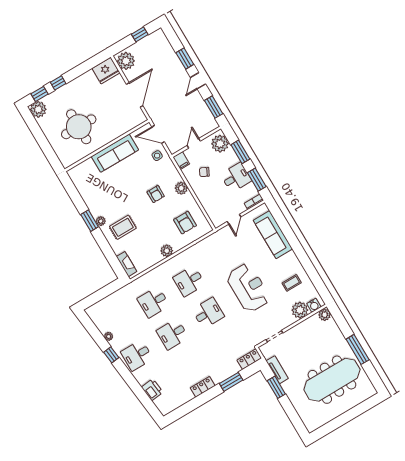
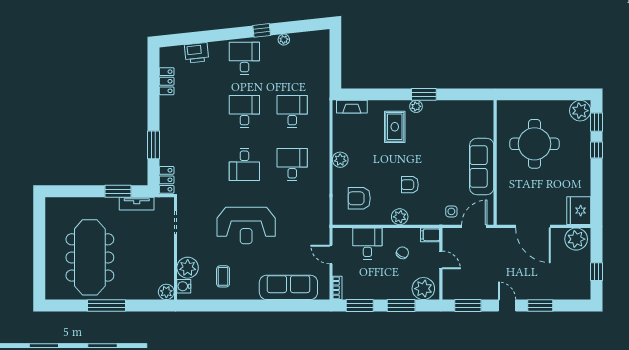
desk: (236, 177) -> (367, 243), moved, turned 180
locker: (203, 387) -> (167, 81), moved

